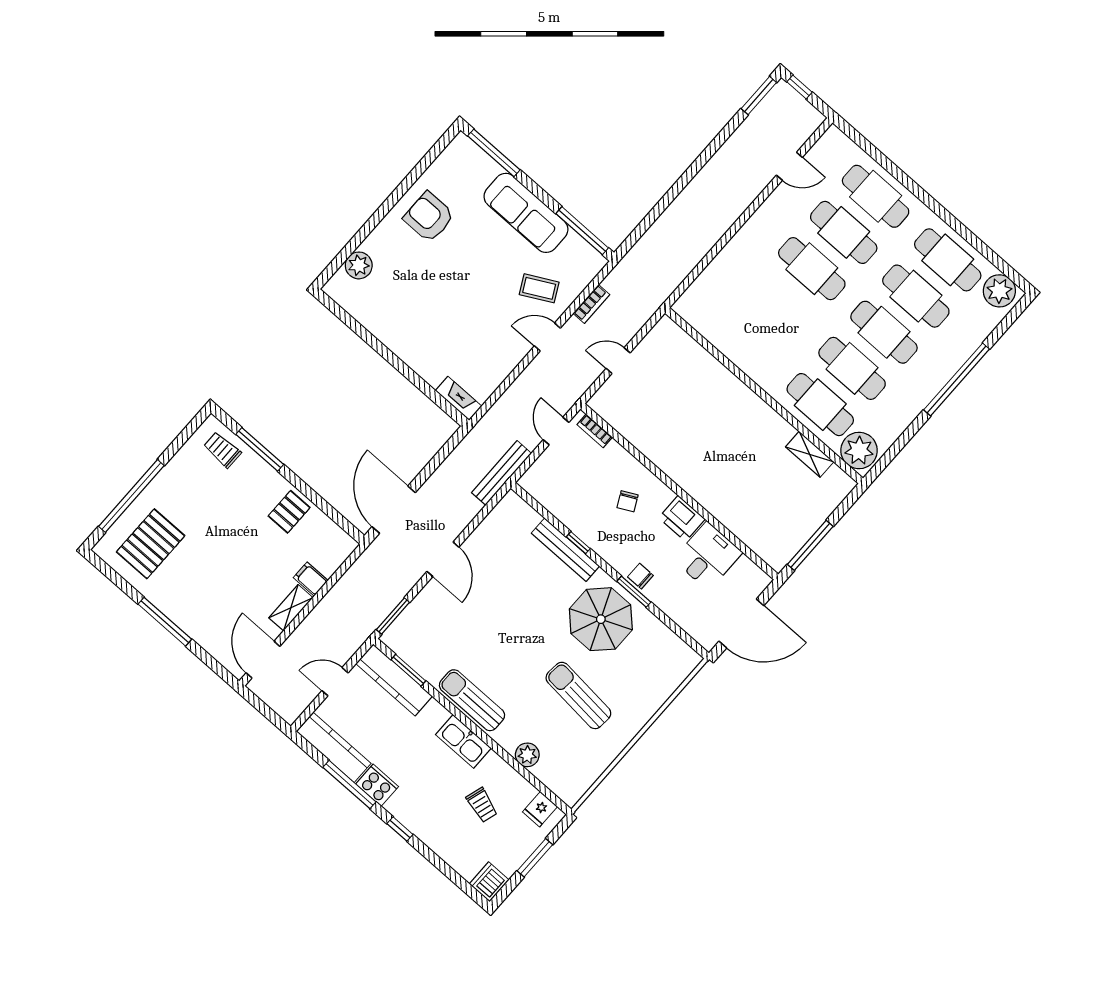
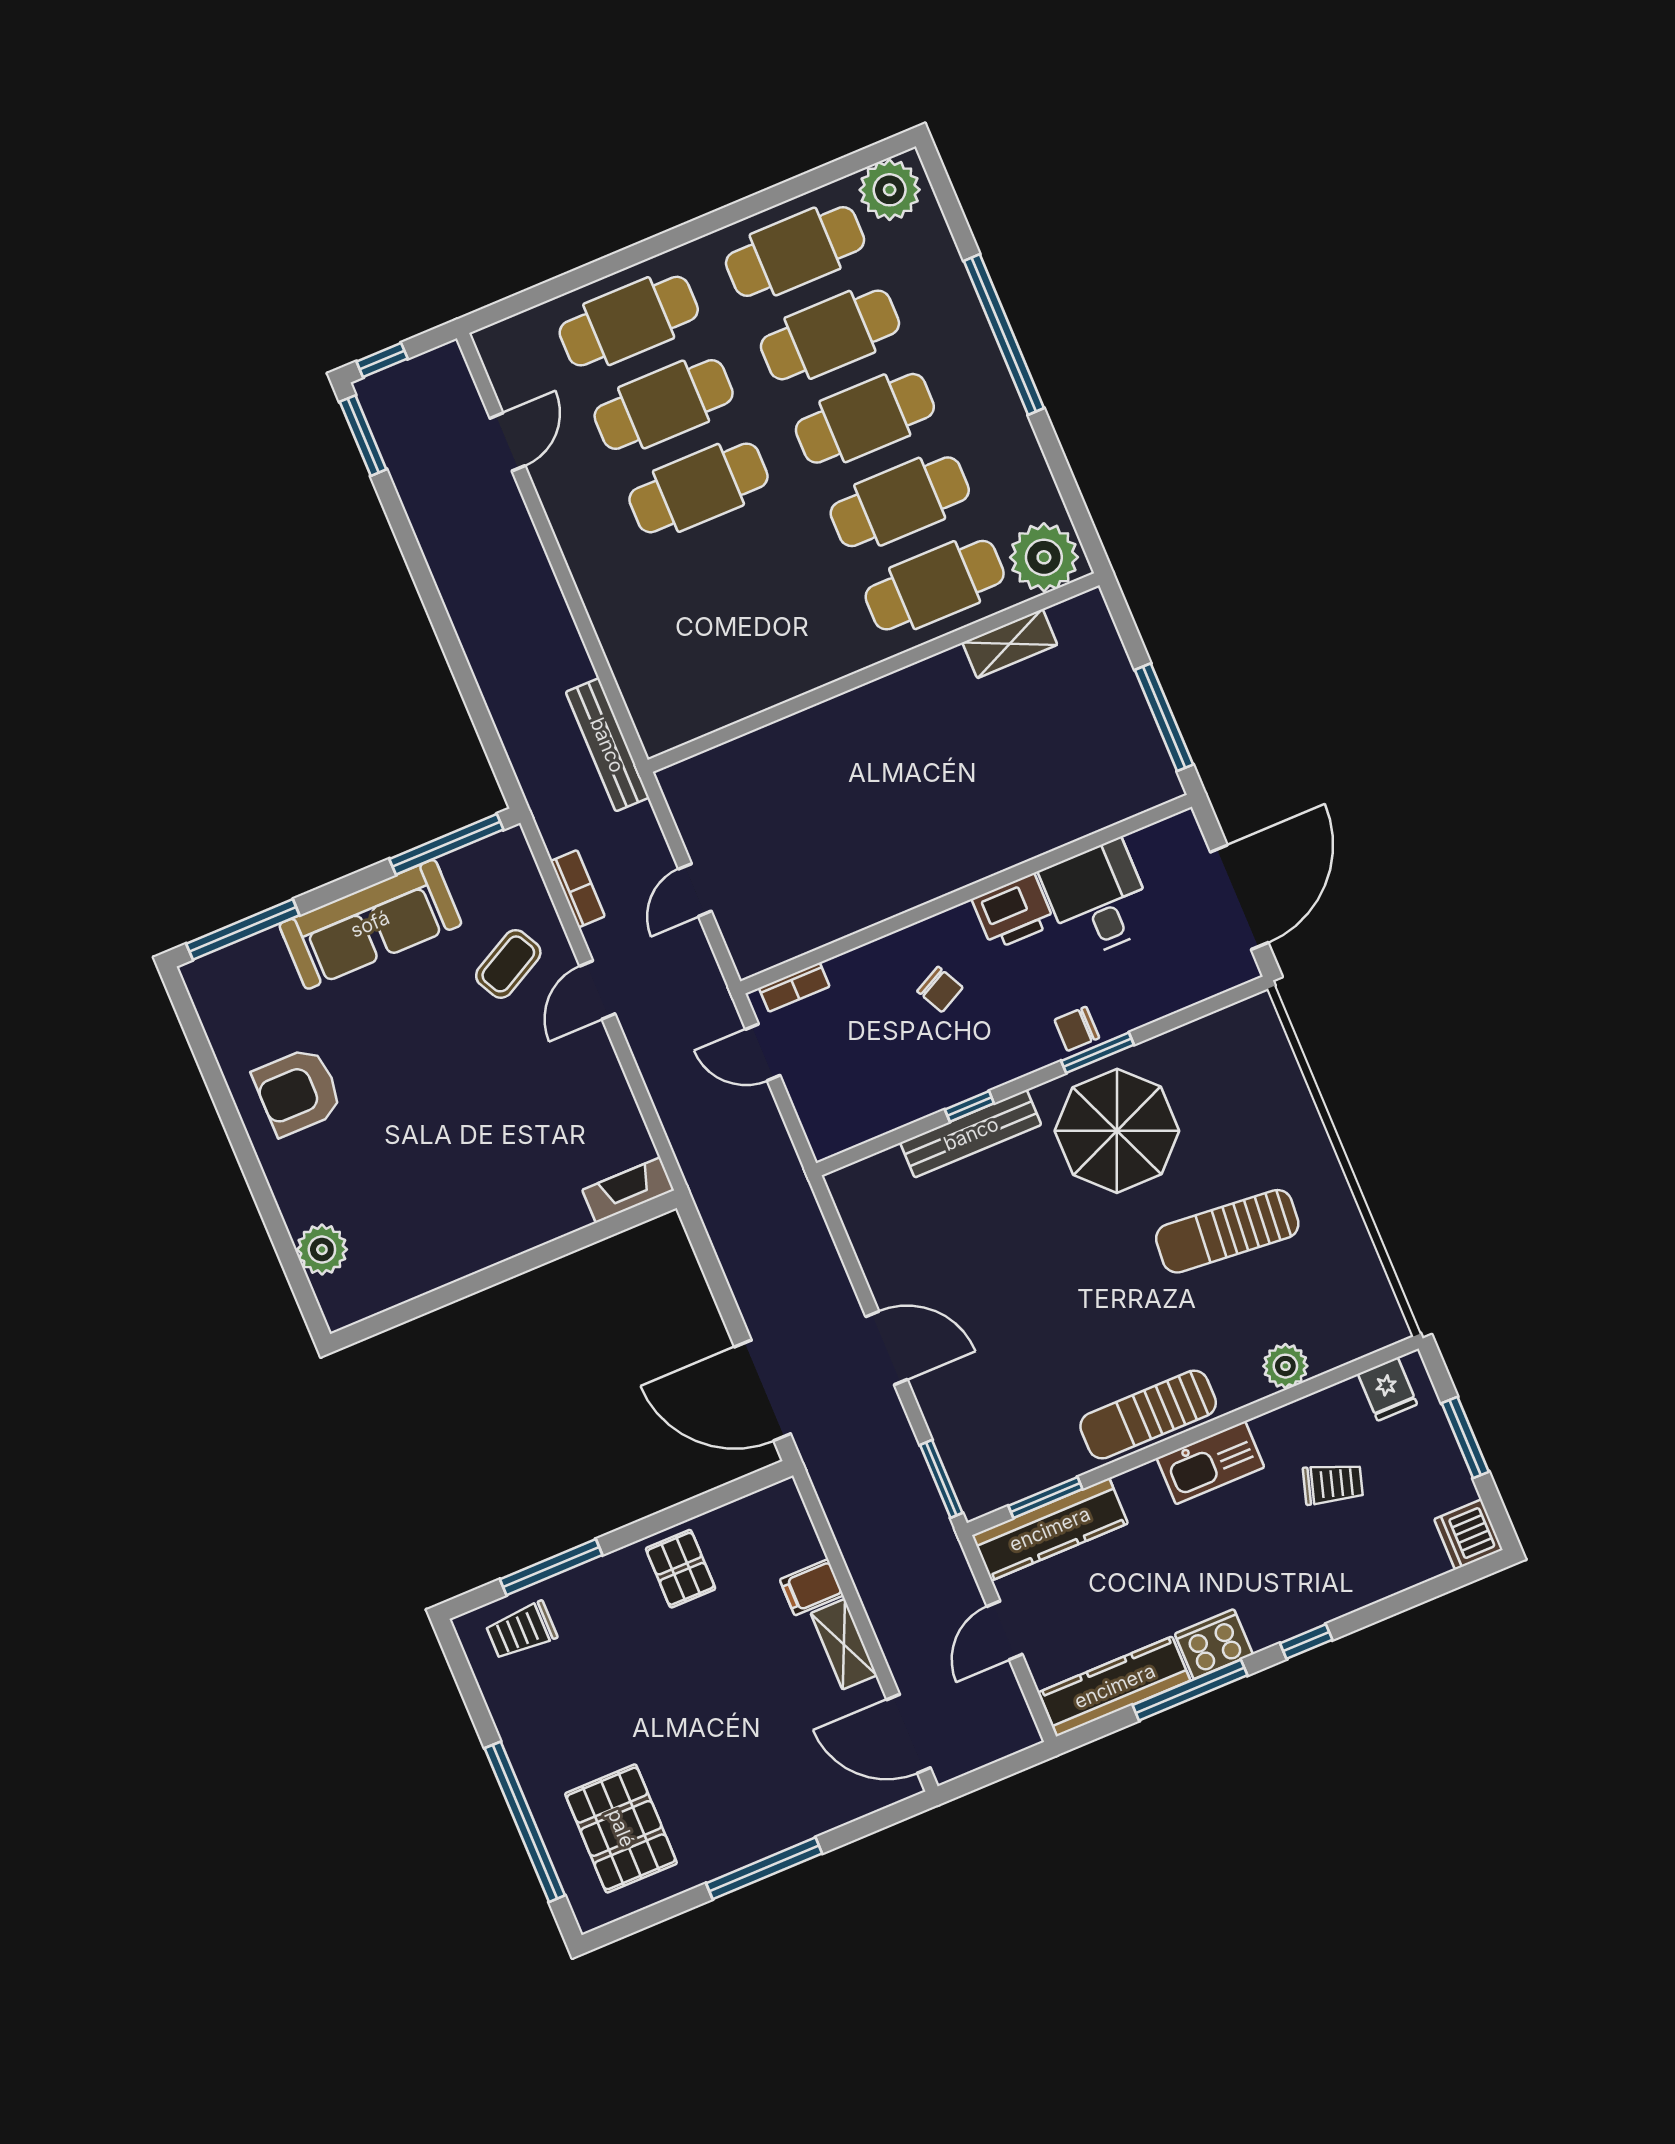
bench: (502, 473) -> (607, 745), moved

